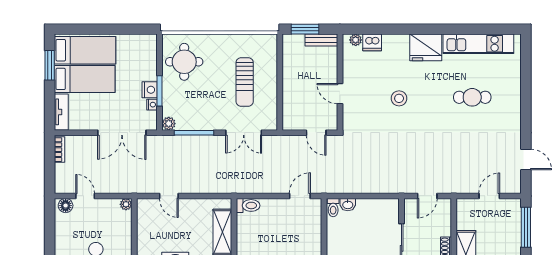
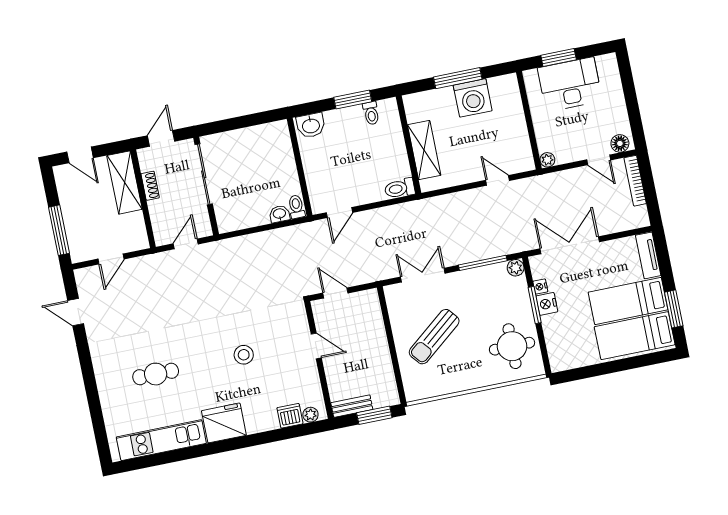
sun lounger: (245, 82) -> (434, 337), turned -129
bookcase: (59, 150) -> (635, 181), moved, width x1.56

